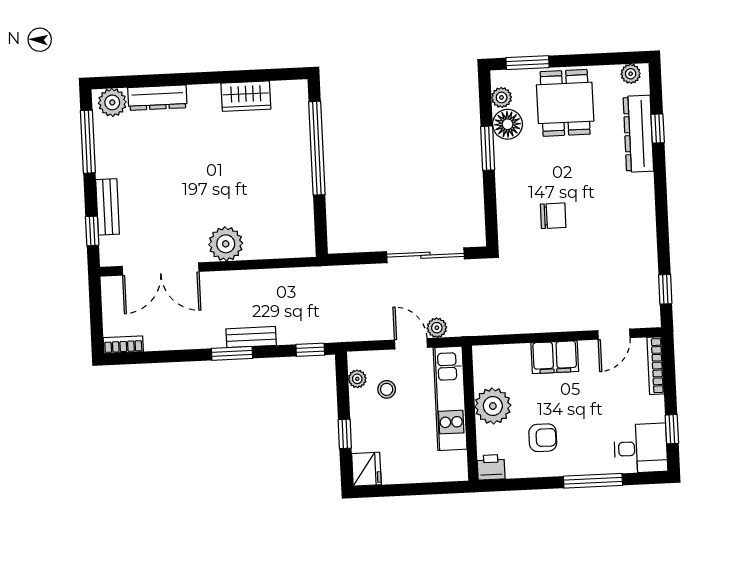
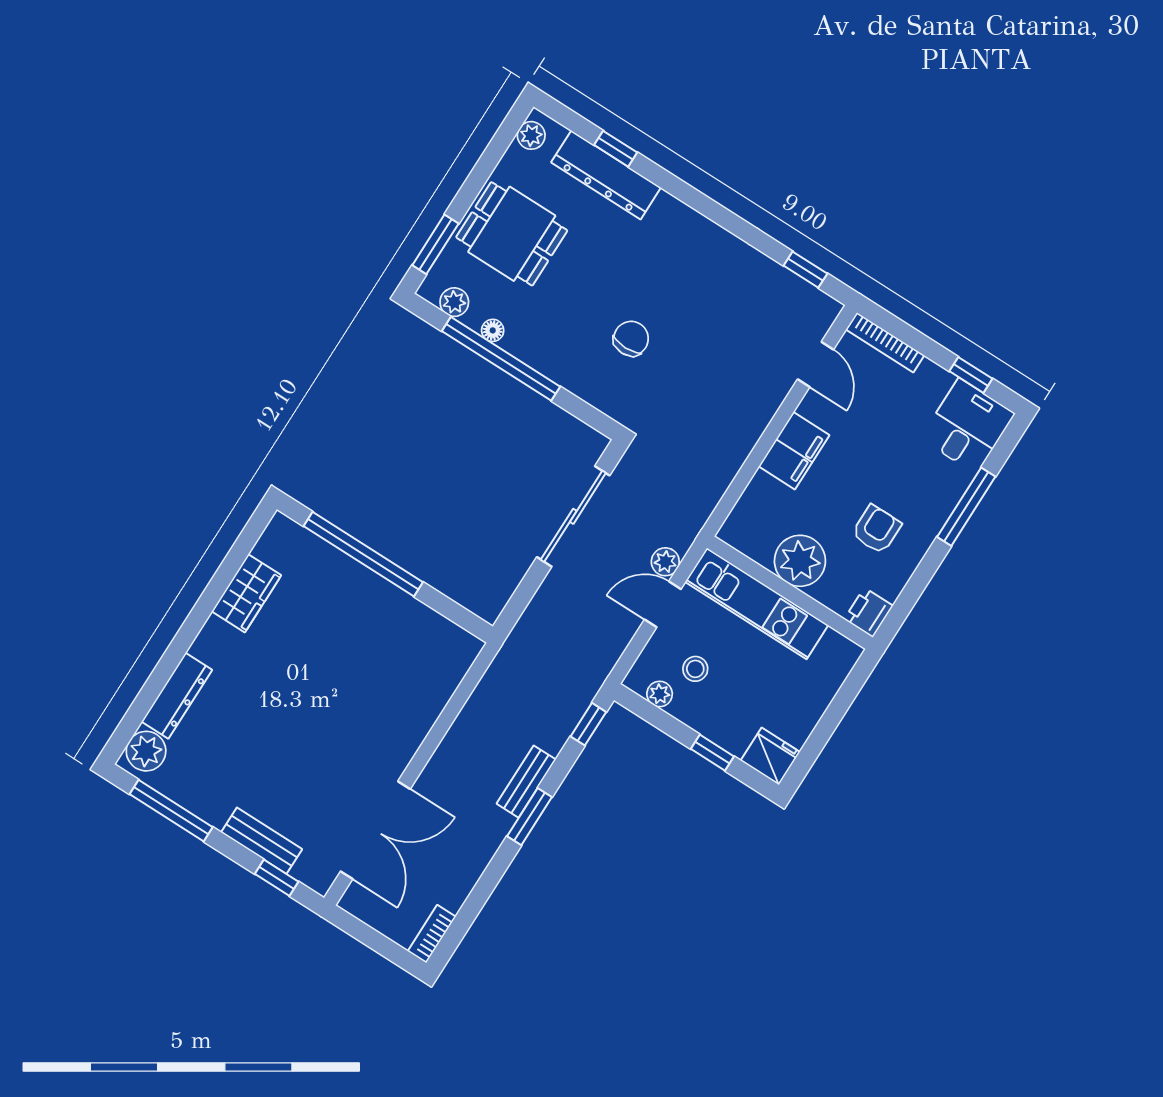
floor lamp: (508, 124) -> (493, 330), width x0.53, depth x0.53
window: (488, 148) -> (501, 359), width x2.11
plant: (226, 244) -> (399, 735), removed

